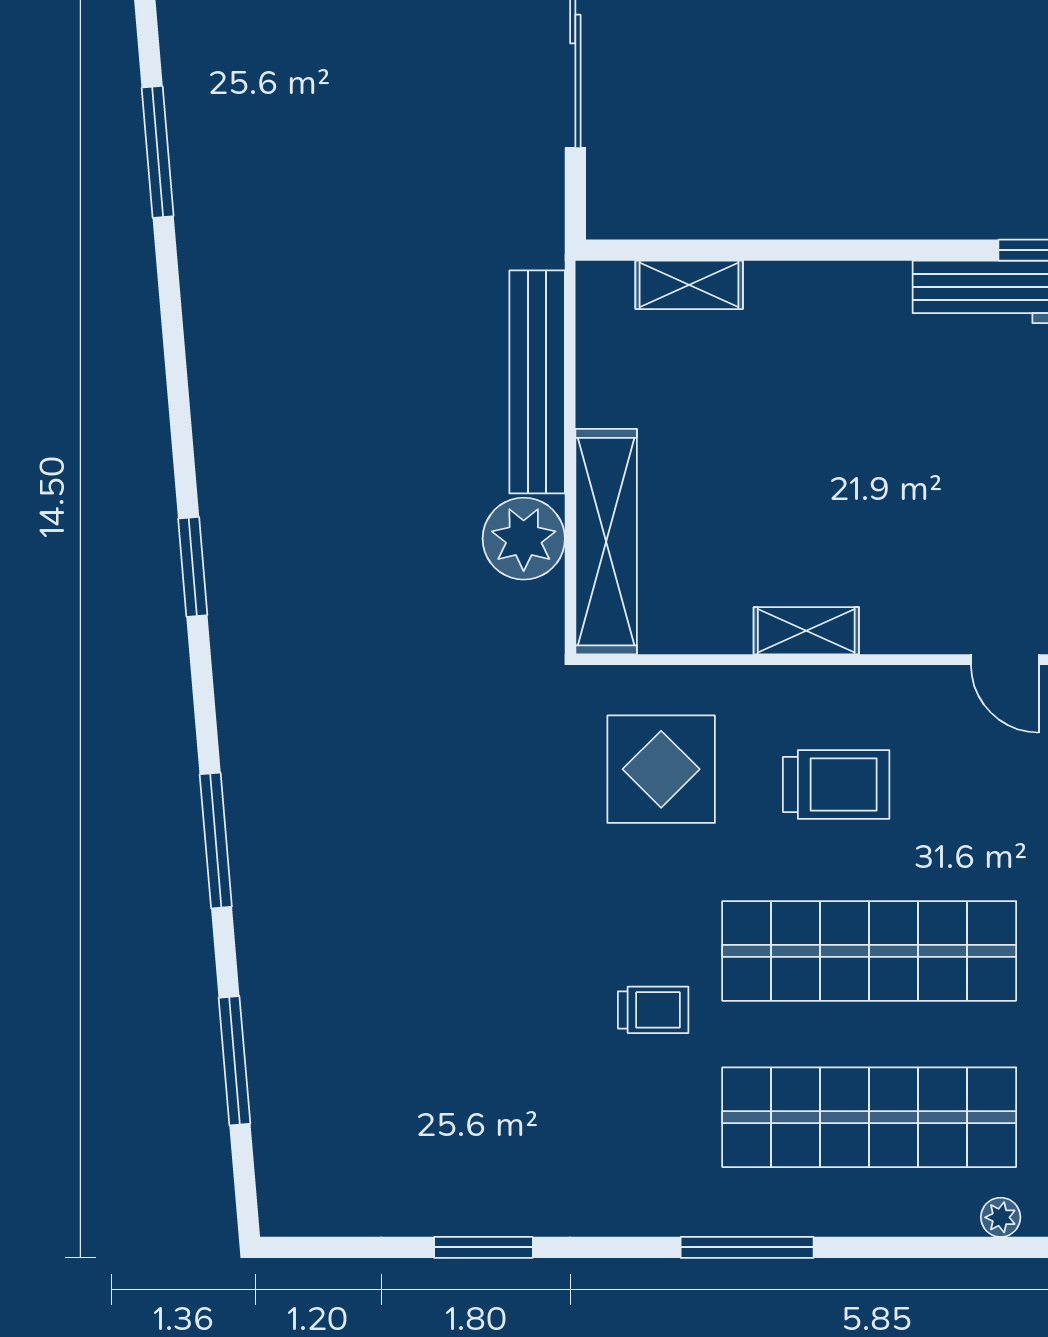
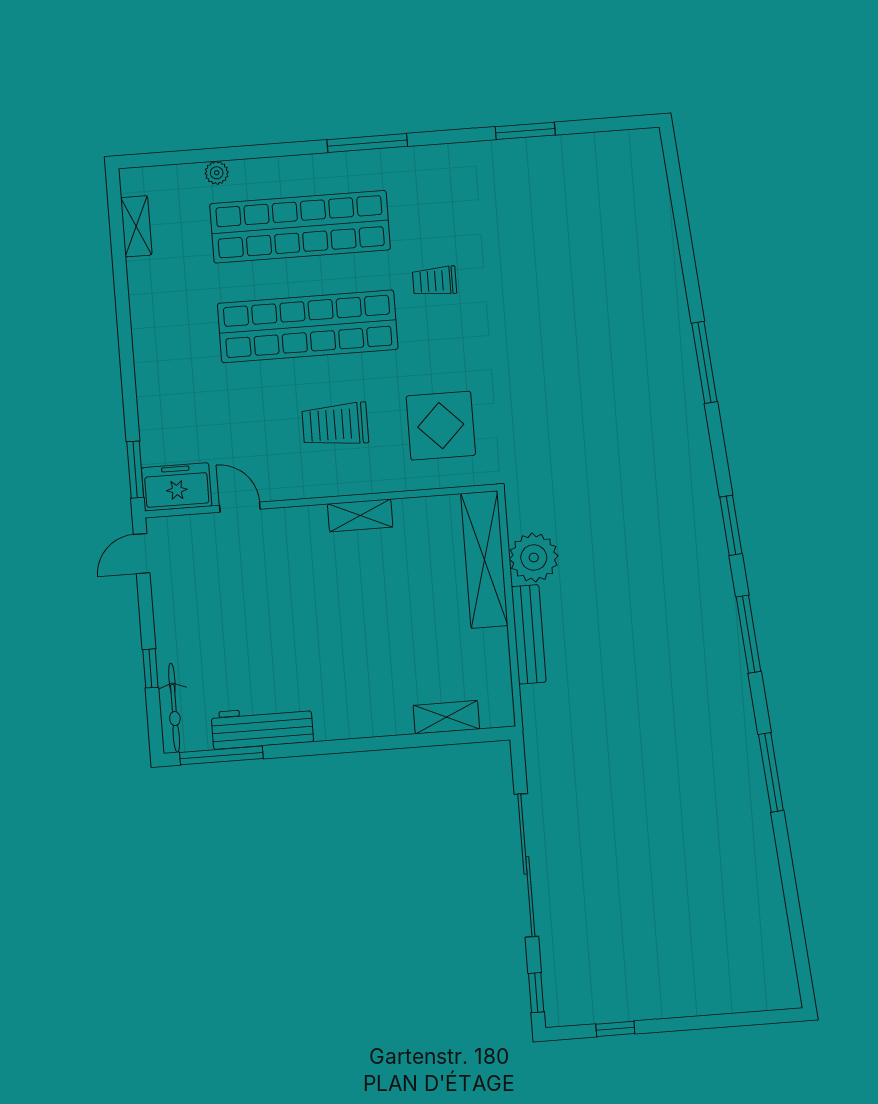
bench: (537, 382) -> (529, 634), width x0.73, depth x0.82
window: (234, 1061) -> (749, 634), moved

